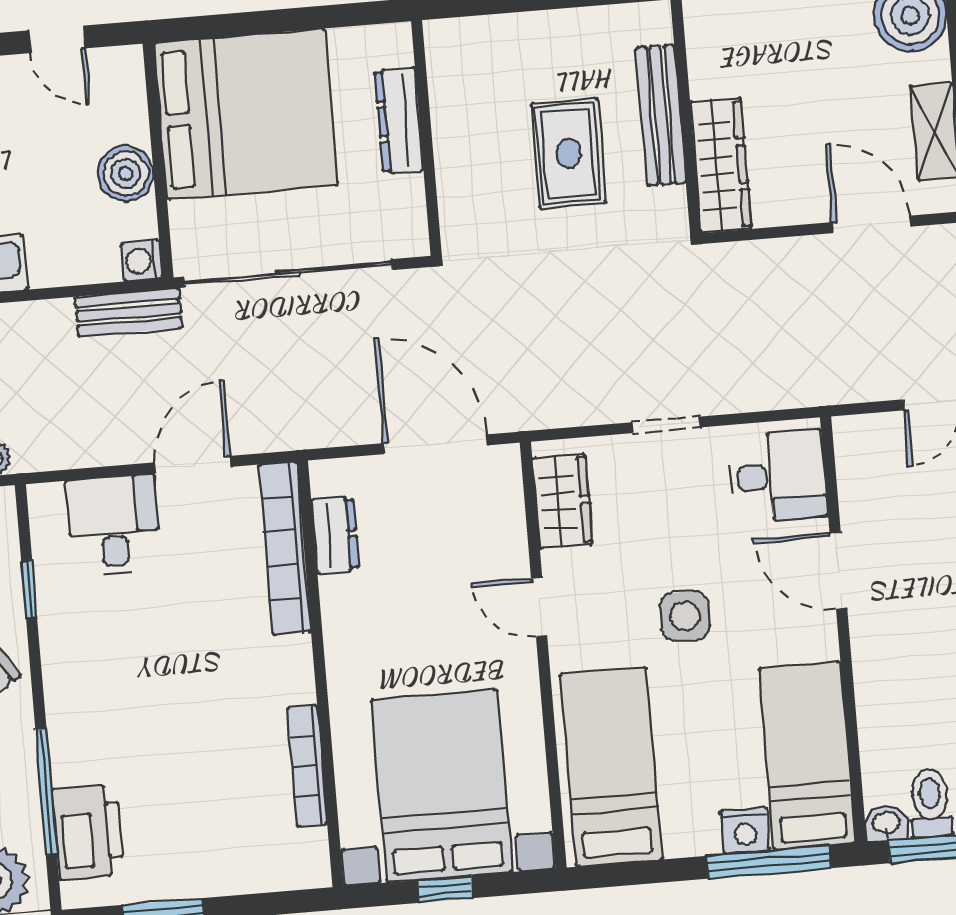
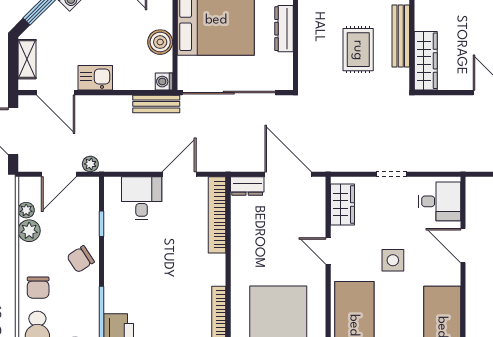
dresser: (335, 535) -> (247, 186), moved, turned 90

